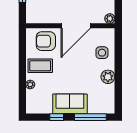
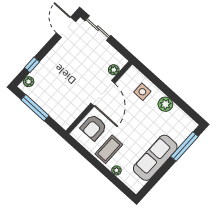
plant: (110, 19) -> (114, 70), moved
sofa: (70, 104) -> (155, 158), width x1.36
window: (57, 117) -> (161, 173), removed

